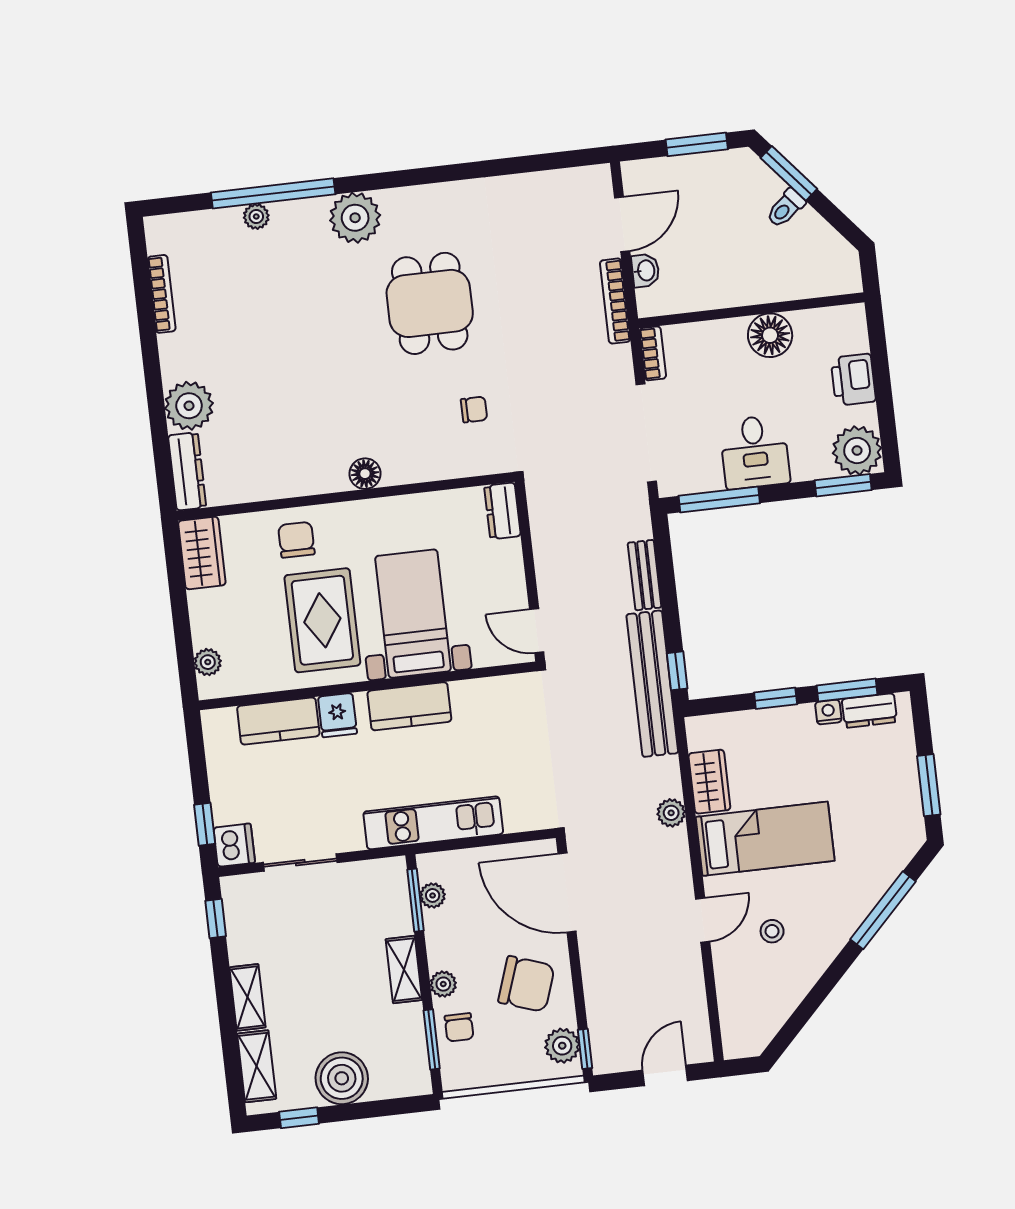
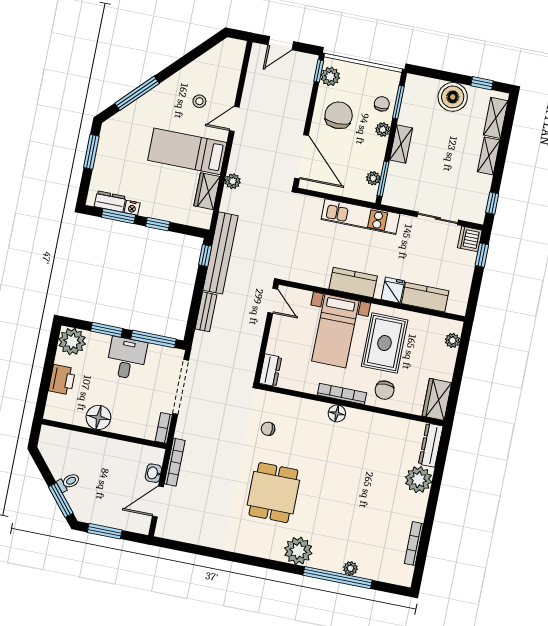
window: (843, 485) -> (107, 330), moved
bookcase: (367, 510) -> (342, 394), added
chair: (526, 984) -> (339, 115), turned 71

